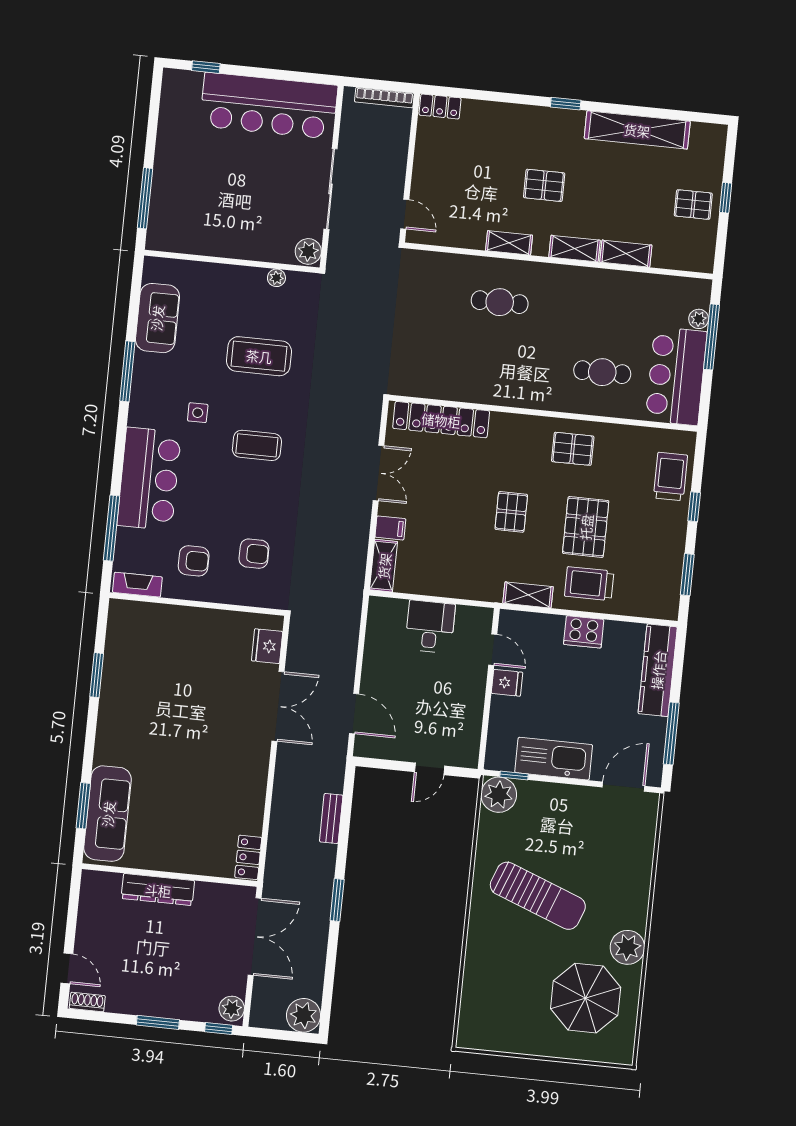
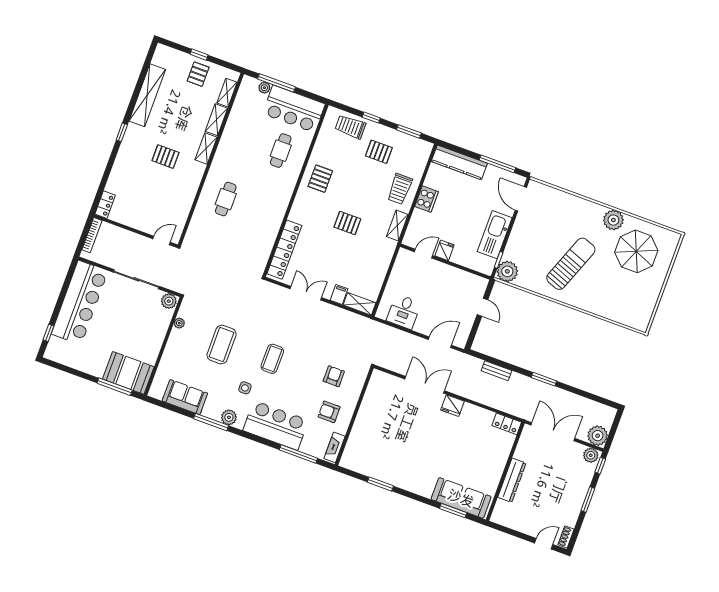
pallet: (544, 185) -> (165, 157), turned 90
booth: (174, 215) -> (128, 373), added
shelving: (509, 243) -> (227, 93), moved
plant: (143, 399) -> (229, 417), added
pallet: (586, 527) -> (379, 152), moved, width x0.67, depth x0.71
armchair: (194, 561) -> (329, 412), turned -90
desk: (430, 627) -> (404, 312), moved, turned -90
fridge: (267, 646) -> (453, 406), moved
plant: (304, 1015) -> (598, 436), moved

